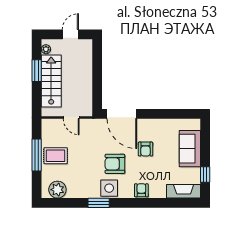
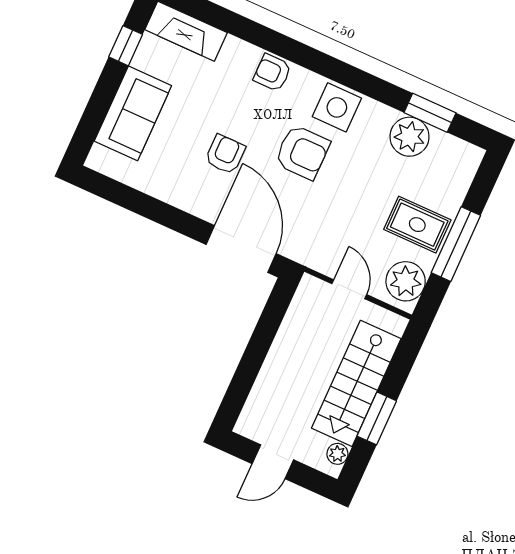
plant: (50, 131) -> (406, 281), added
plant: (57, 190) -> (410, 137), moved
armchair: (141, 190) -> (272, 73), turned 90
window: (99, 203) -> (430, 113), moved

